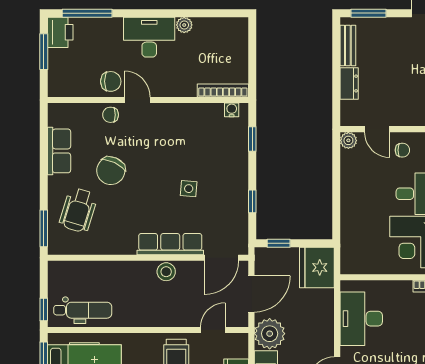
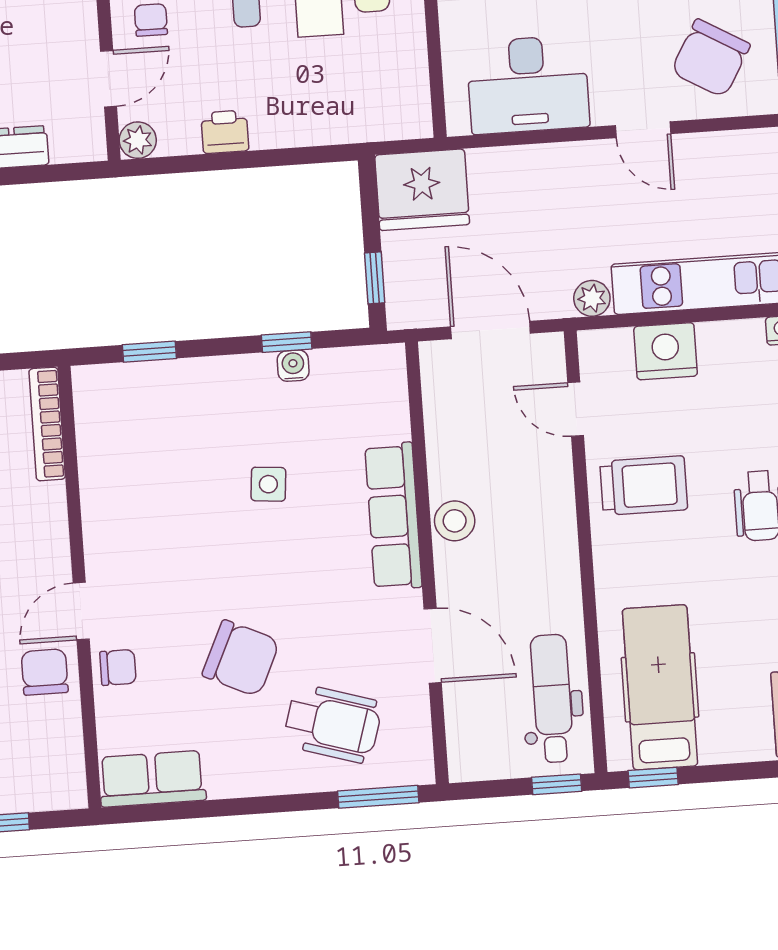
water cooler: (232, 110) -> (293, 366), moved, turned 90
chair: (111, 115) -> (118, 667), turned -90
row of seats: (59, 151) -> (152, 779), moved
printer: (349, 180) -> (225, 132), added
door: (222, 258) -> (433, 646), moved
plant: (270, 334) -> (592, 298), width x0.53, depth x0.53

